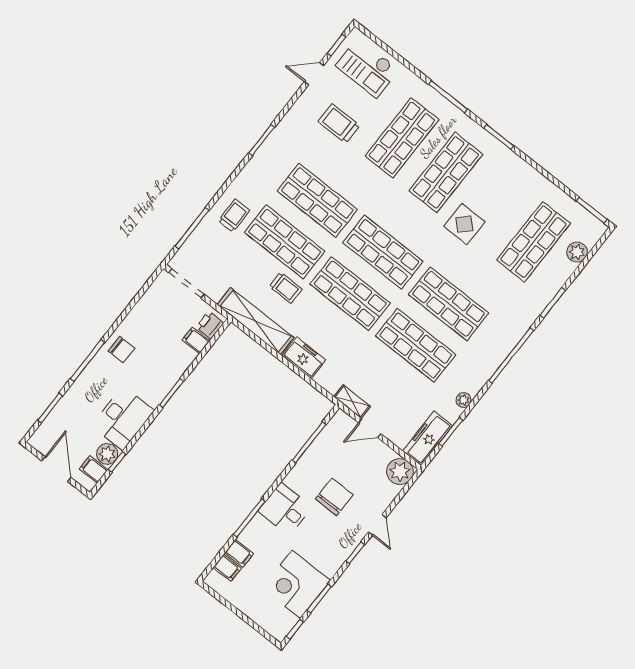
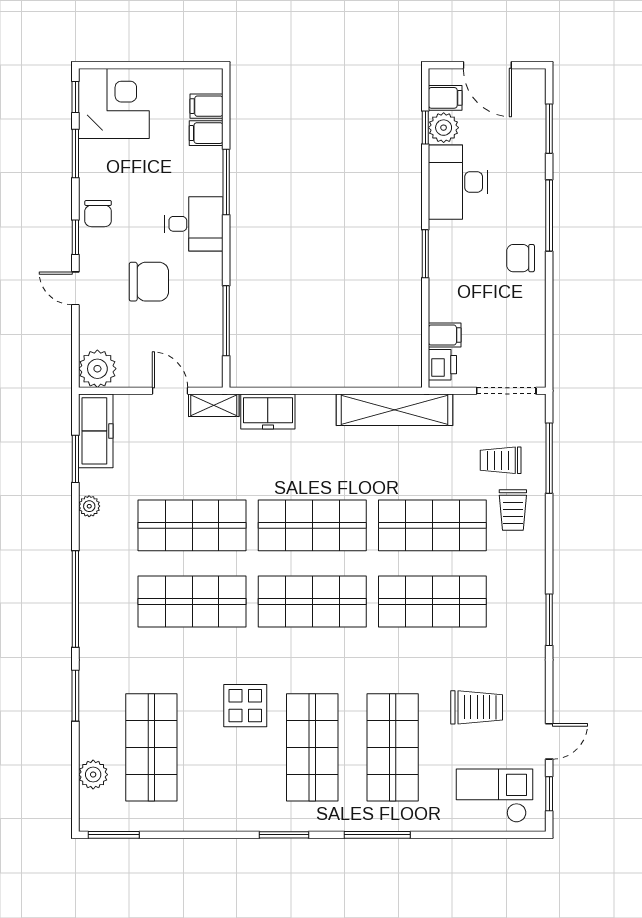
trolley: (286, 288) -> (501, 460), moved
freezer: (304, 358) -> (268, 412), moved
door: (370, 428) -> (170, 391), hinge flipped
chair: (334, 497) -> (149, 282), turned -90
chair: (333, 556) -> (98, 214), added
corner desk: (296, 584) -> (114, 104), moved

